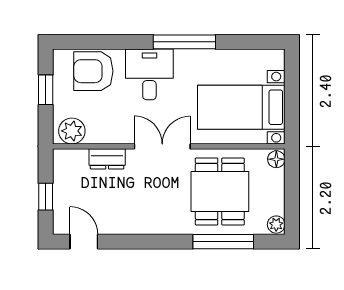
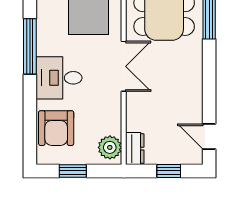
double door: (162, 146) -> (124, 66), swing flipped
dresser: (107, 159) -> (135, 149), moved
door: (84, 242) -> (209, 137), hinge flipped

